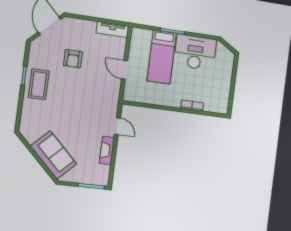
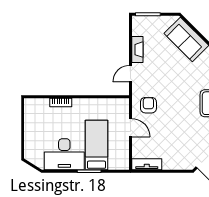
armchair: (73, 59) -> (148, 105), moved
door: (117, 126) -> (130, 74), hinge flipped

